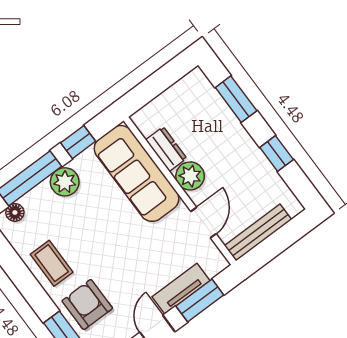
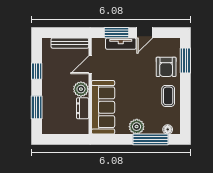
window: (78, 142) -> (118, 139), removed

